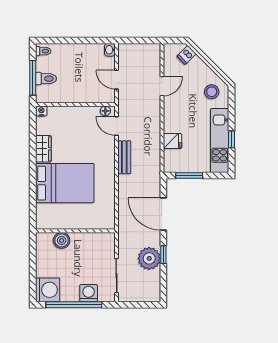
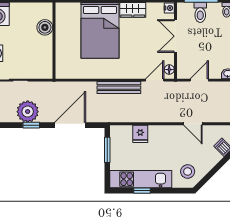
double door: (71, 104) -> (175, 36), added
bench: (124, 157) -> (119, 88), width x1.36

